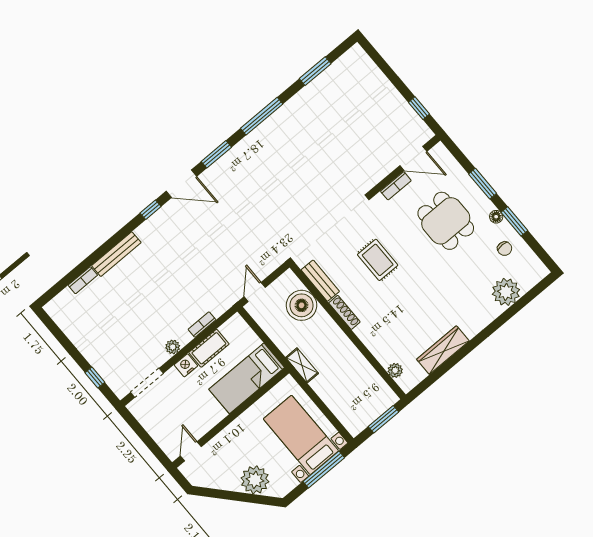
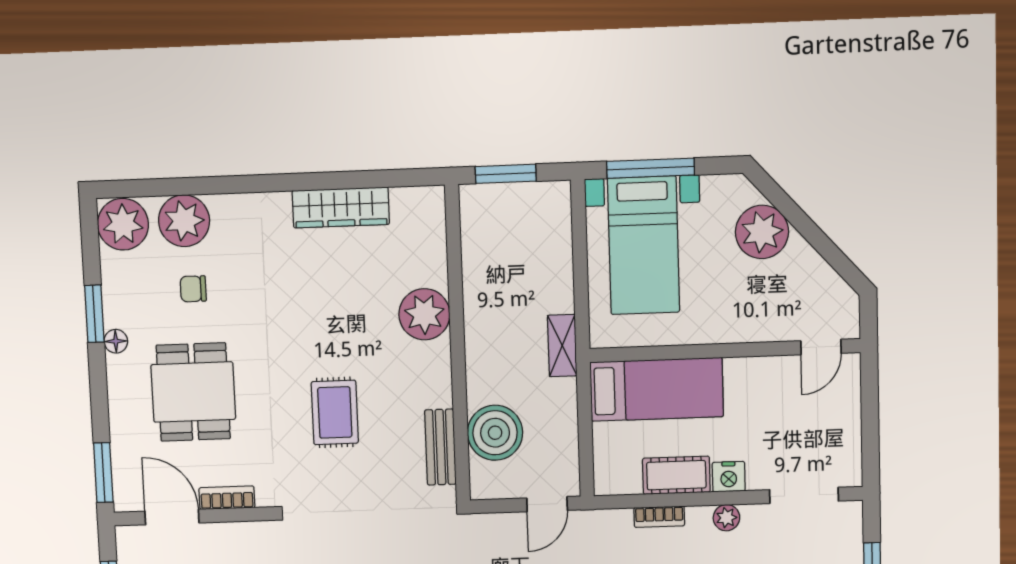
window: (483, 184) -> (103, 473), moved
chair: (505, 249) -> (193, 289), moved, turned -90
plant: (531, 270) -> (123, 224), added
shoe rack: (344, 312) -> (441, 374), removed
plant: (395, 370) -> (424, 314), moved, width x1.88, depth x1.88

